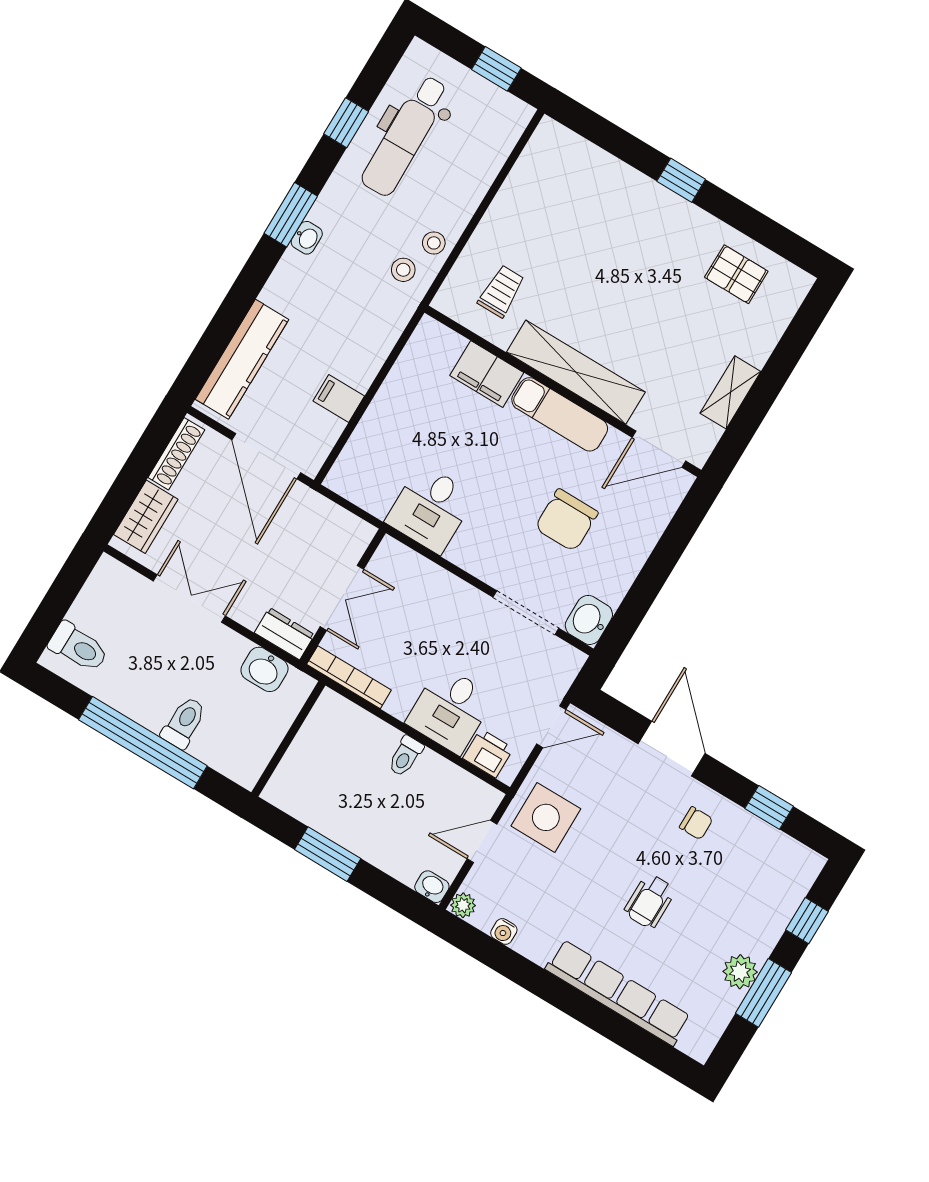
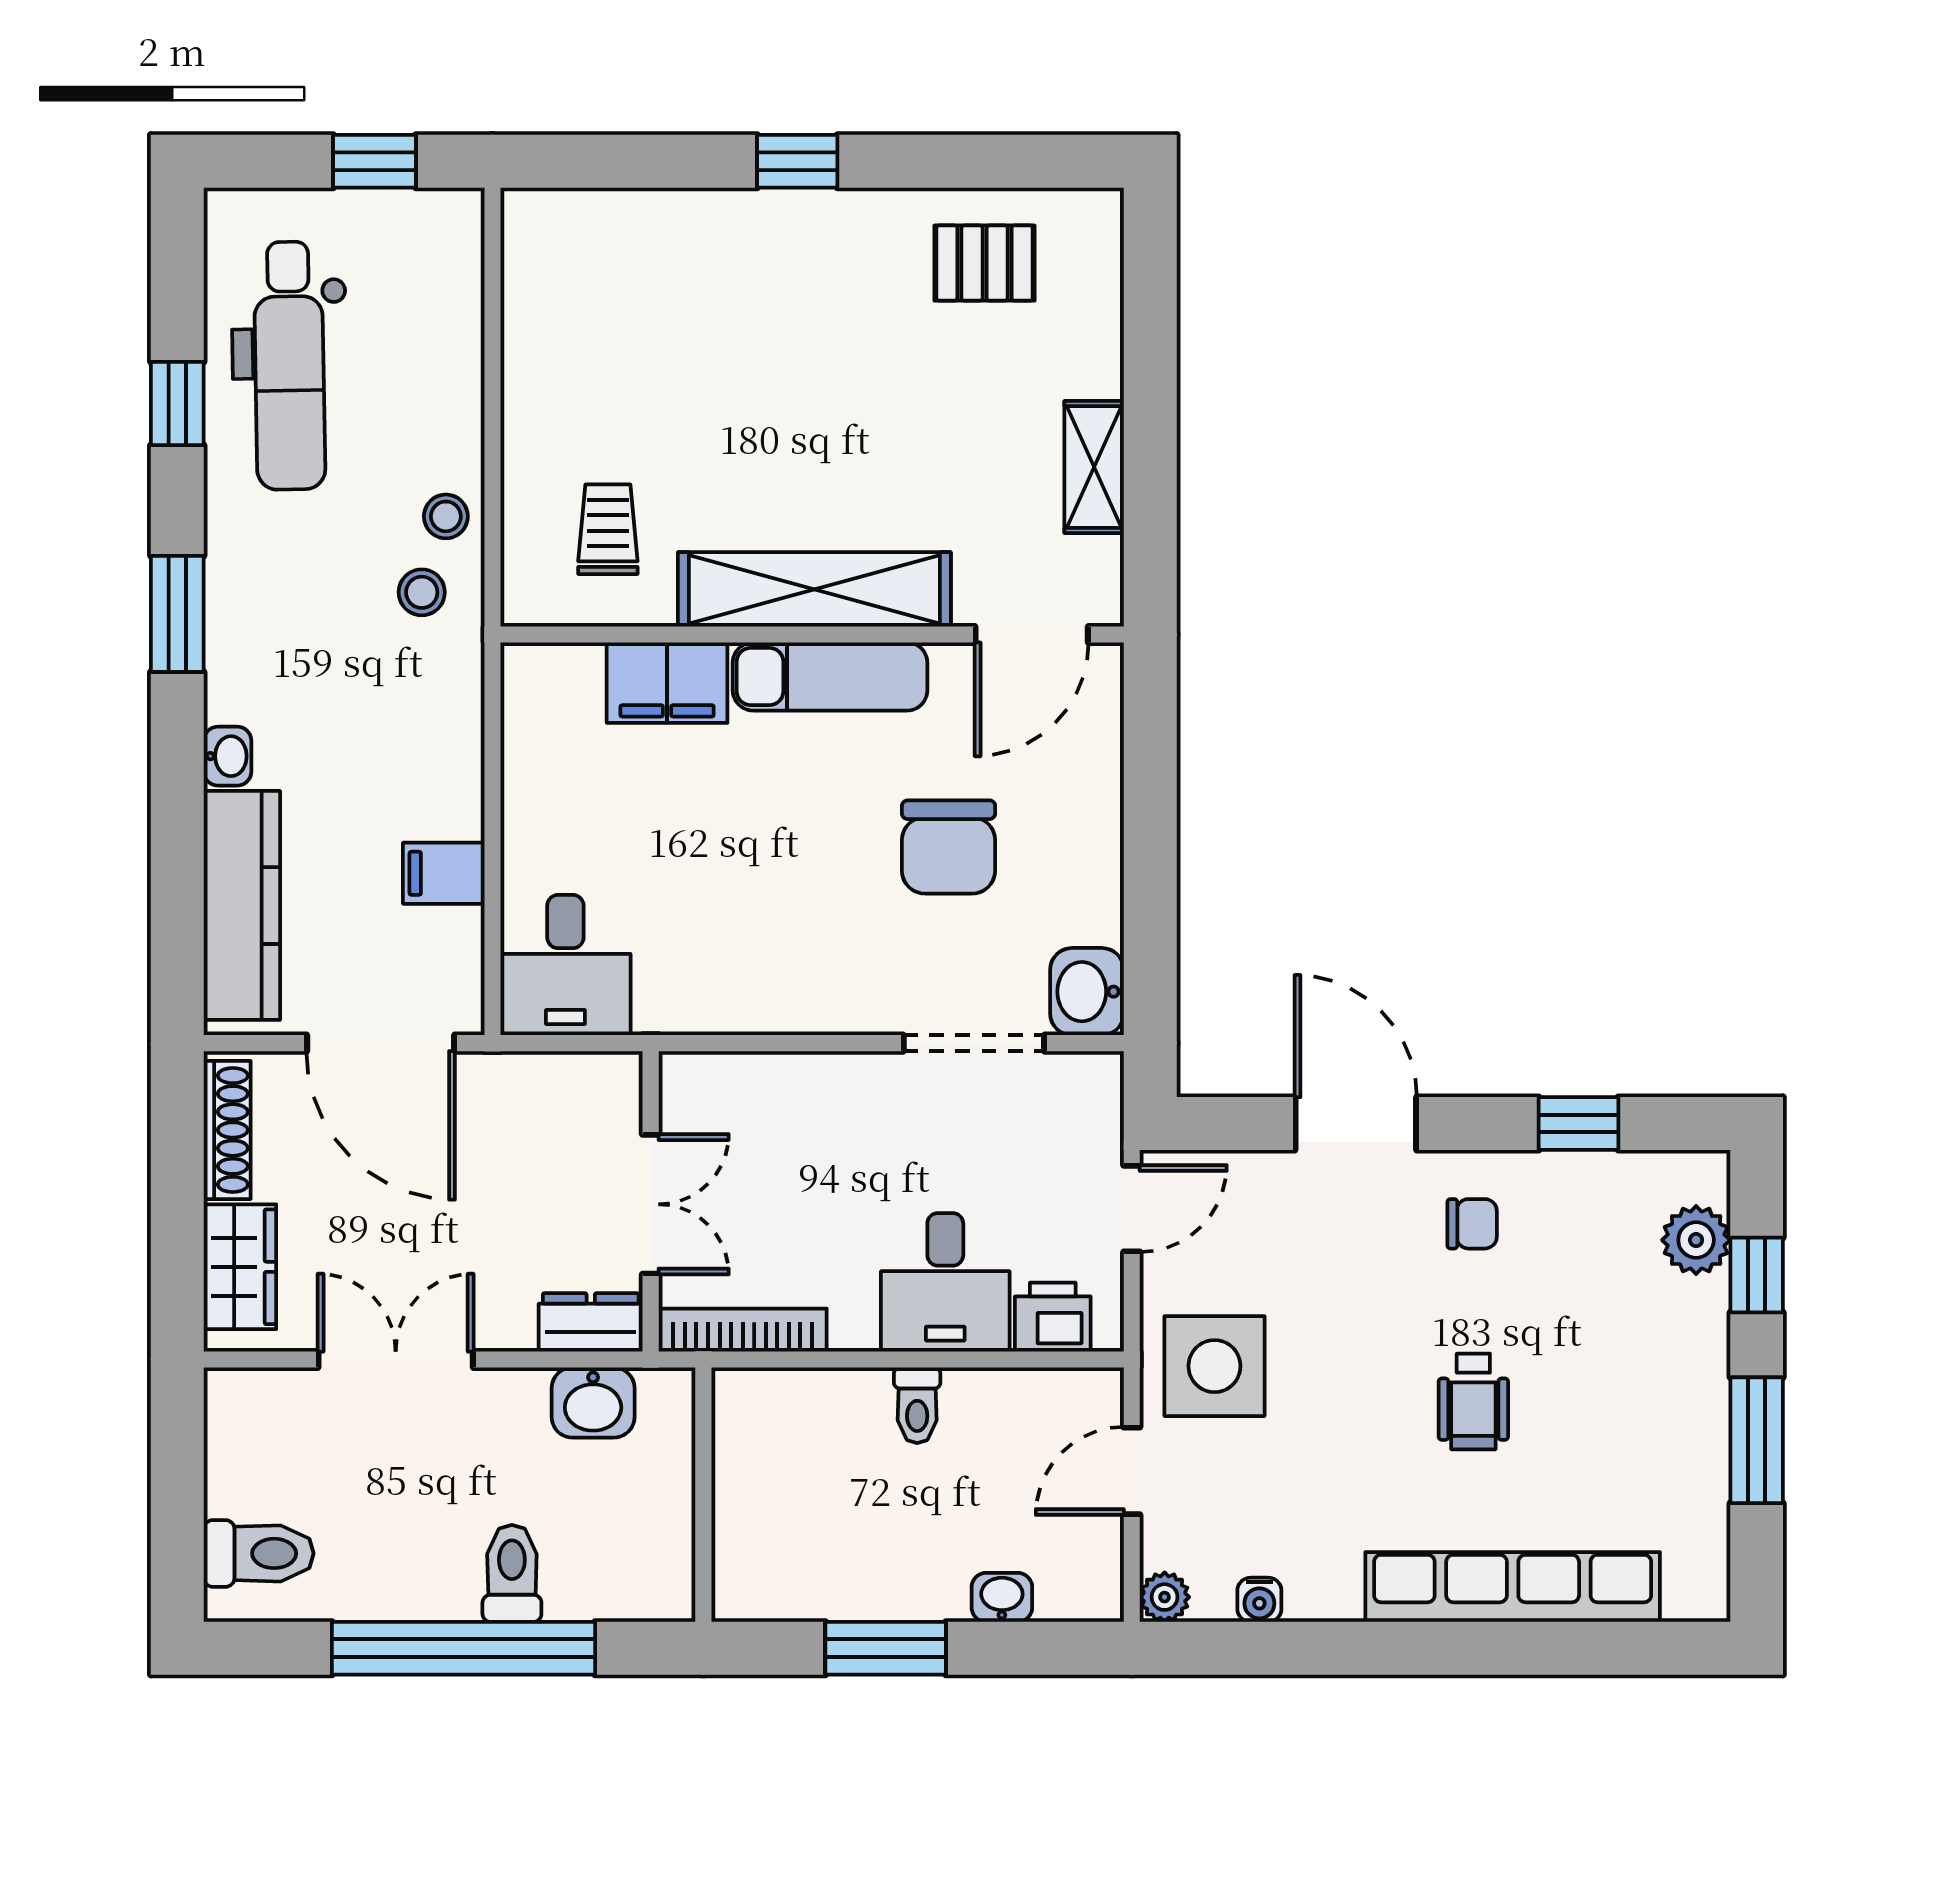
washbasin: (307, 238) -> (228, 756), moved
desk: (430, 509) -> (565, 965), moved
washbasin: (432, 887) -> (1002, 1597), moved
plant: (740, 972) -> (1696, 1240), moved

